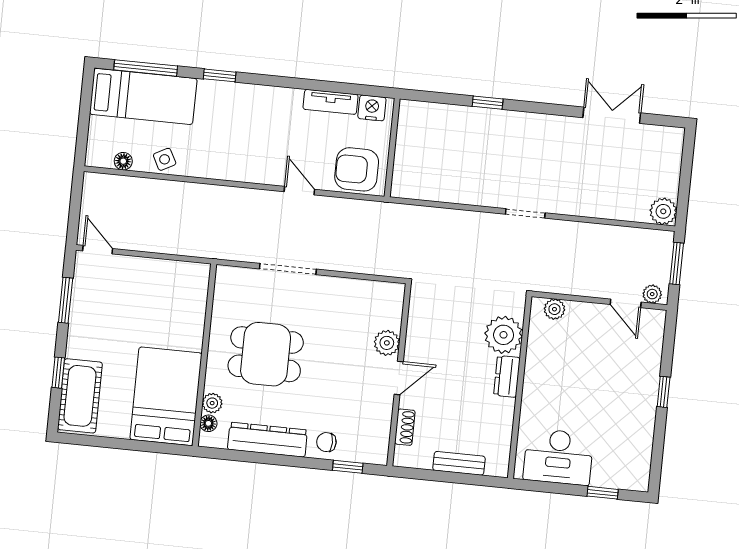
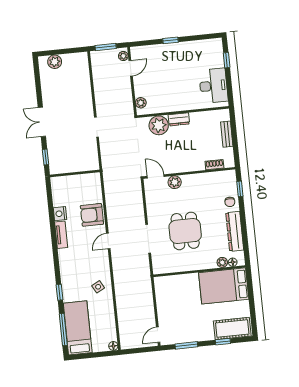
double door: (612, 115) -> (42, 122), moved
wall: (392, 148) -> (75, 173), moved
side table: (165, 159) -> (98, 287), moved
floor lamp: (123, 161) -> (113, 346), moved
armchair: (357, 169) -> (92, 215), turned 90
plant: (663, 211) -> (55, 62), moved
dining table: (266, 354) -> (185, 231), moved
door: (399, 378) -> (156, 176), moved

